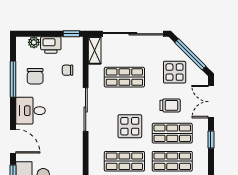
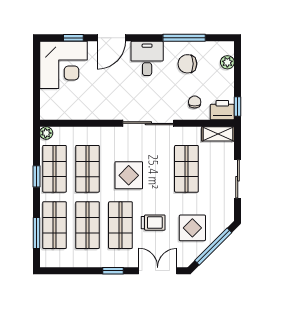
sliding door: (133, 34) -> (238, 179), width x0.54
printer: (51, 45) -> (222, 110), moved, turned 90
trolley: (170, 105) -> (153, 223), turned -90

